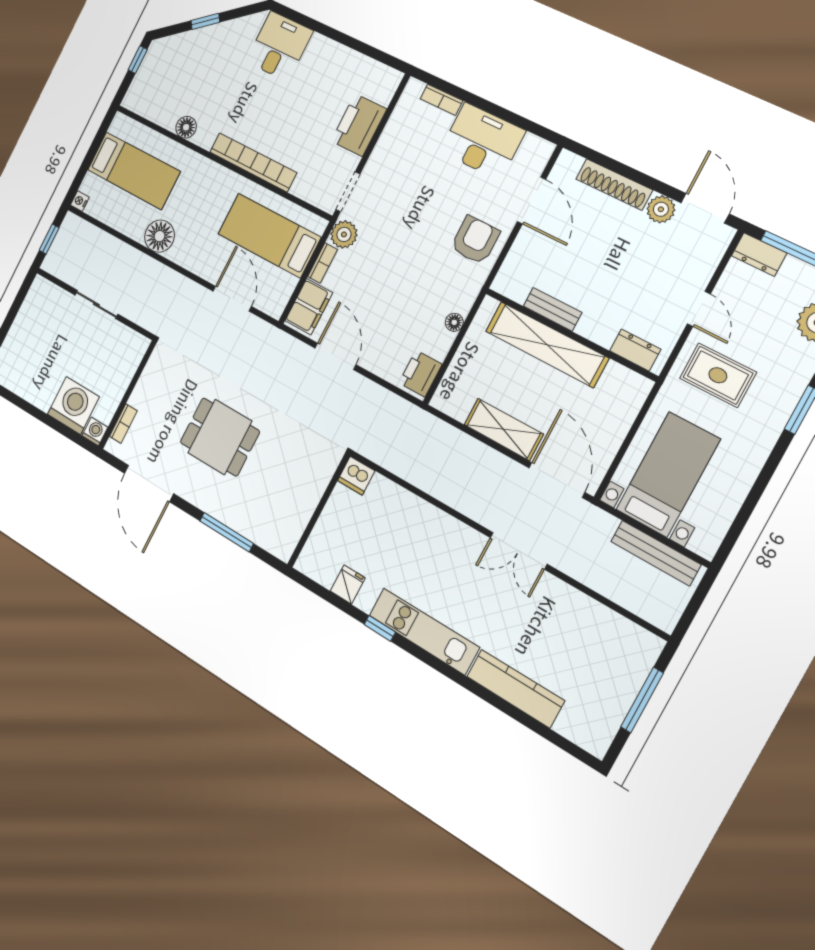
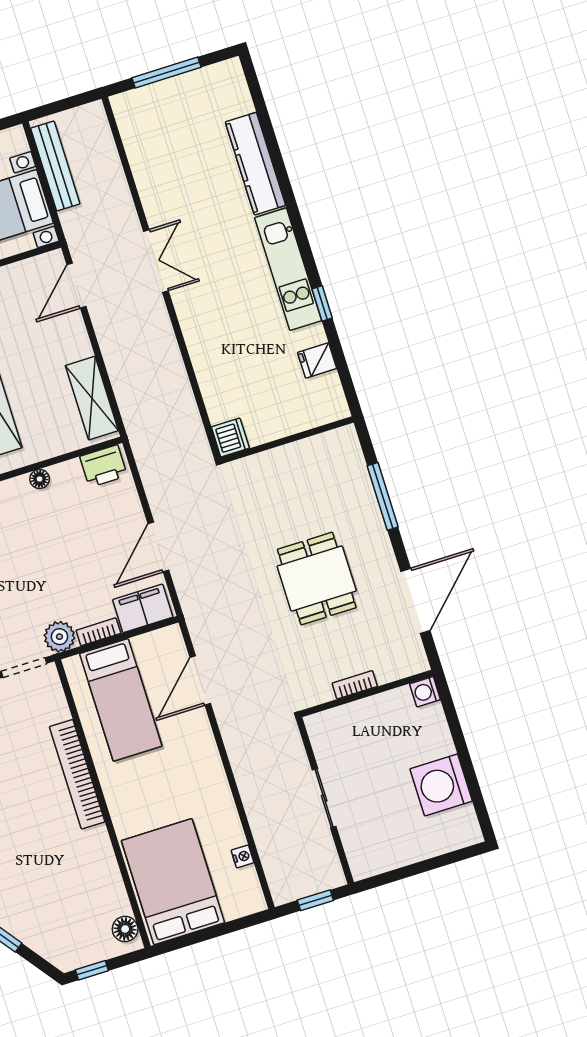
floor lamp: (186, 127) -> (125, 929), moved
bed: (134, 171) -> (173, 882), width x1.50
nightstand: (80, 201) -> (243, 856), moved, turned -90
floor lamp: (160, 236) -> (214, 798), removed
washing machine: (73, 406) -> (441, 785), moved
bookcase: (123, 424) -> (355, 685), moved
shelving: (504, 429) -> (92, 398), moved
door: (557, 480) -> (77, 286), width x0.73

